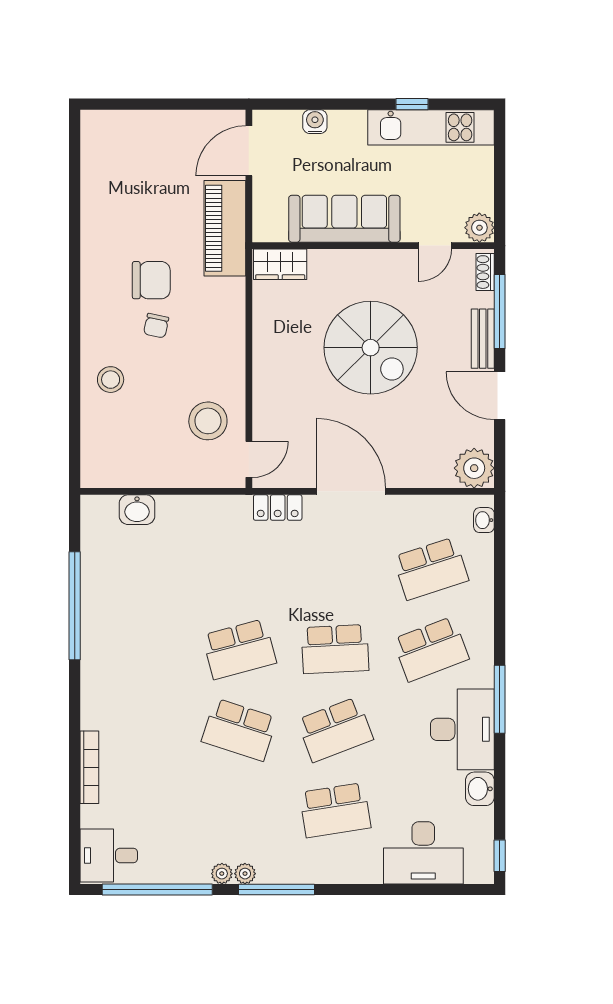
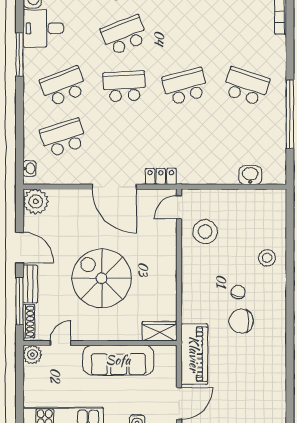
shoe rack: (485, 272) -> (29, 321), width x1.43
desk: (462, 729) -> (43, 28), width x0.73
school desk: (239, 730) -> (246, 86), moved

